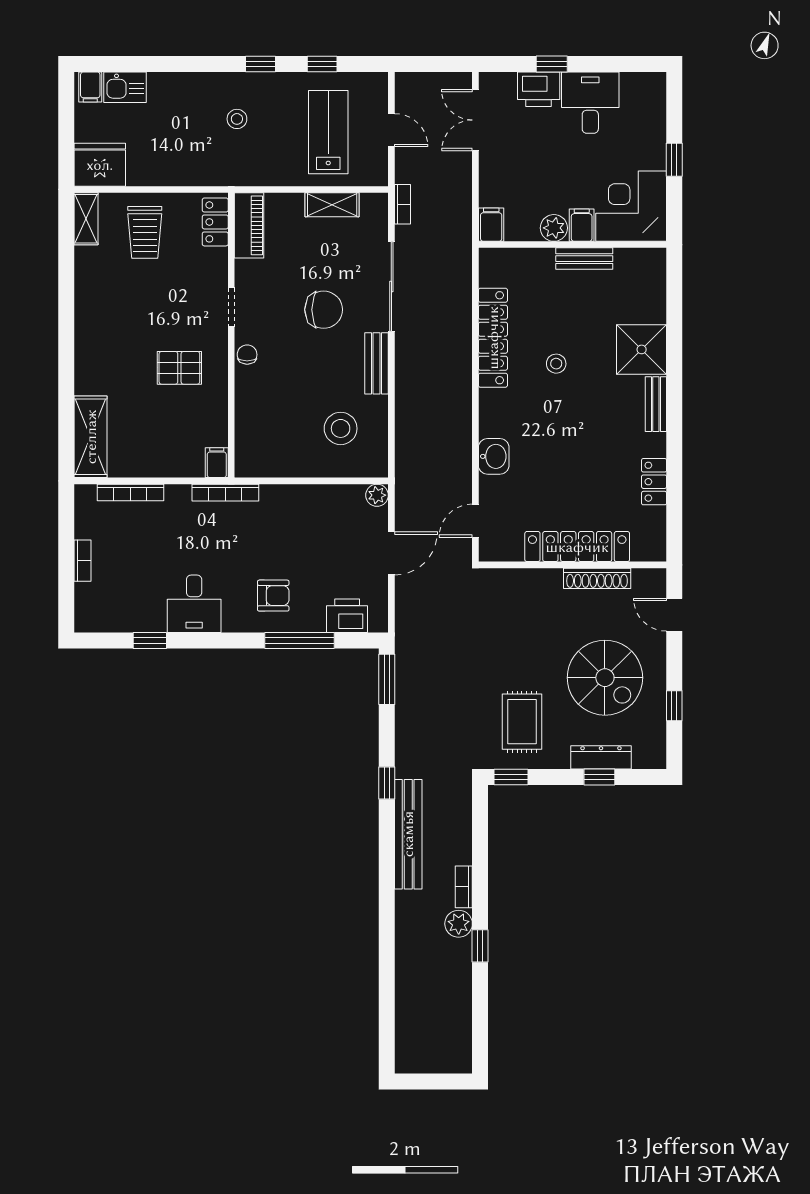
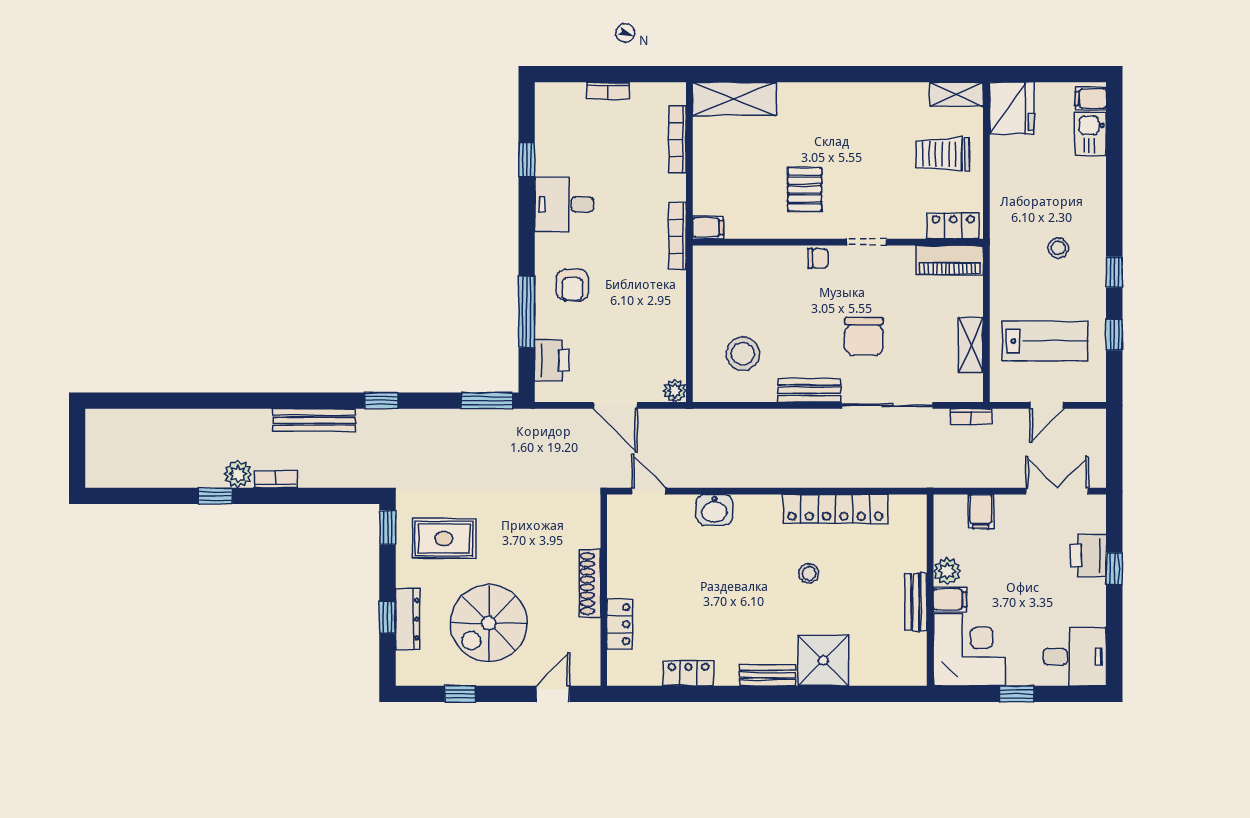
desk: (590, 103) -> (1075, 657), moved
filing cabinet: (491, 225) -> (981, 511), moved, turned 90
locker: (577, 547) -> (620, 624), width x0.46, depth x0.83
shoe rack: (597, 578) -> (590, 583), moved
bench: (408, 834) -> (314, 420), width x0.73, depth x0.82

